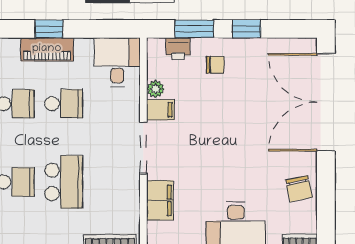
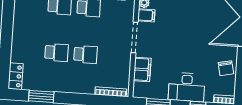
school desk: (64, 182) -> (85, 54), width x0.54

